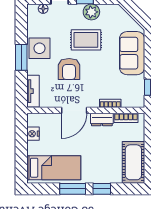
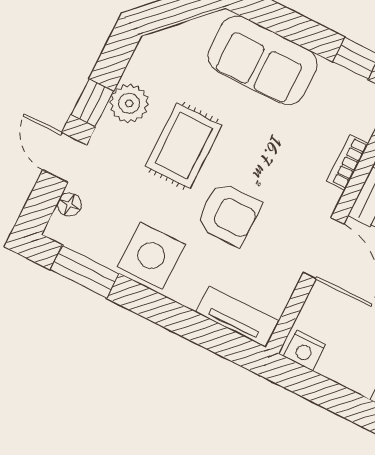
window: (21, 57) -> (85, 272), moved
nightstand: (33, 134) -> (305, 350), moved

